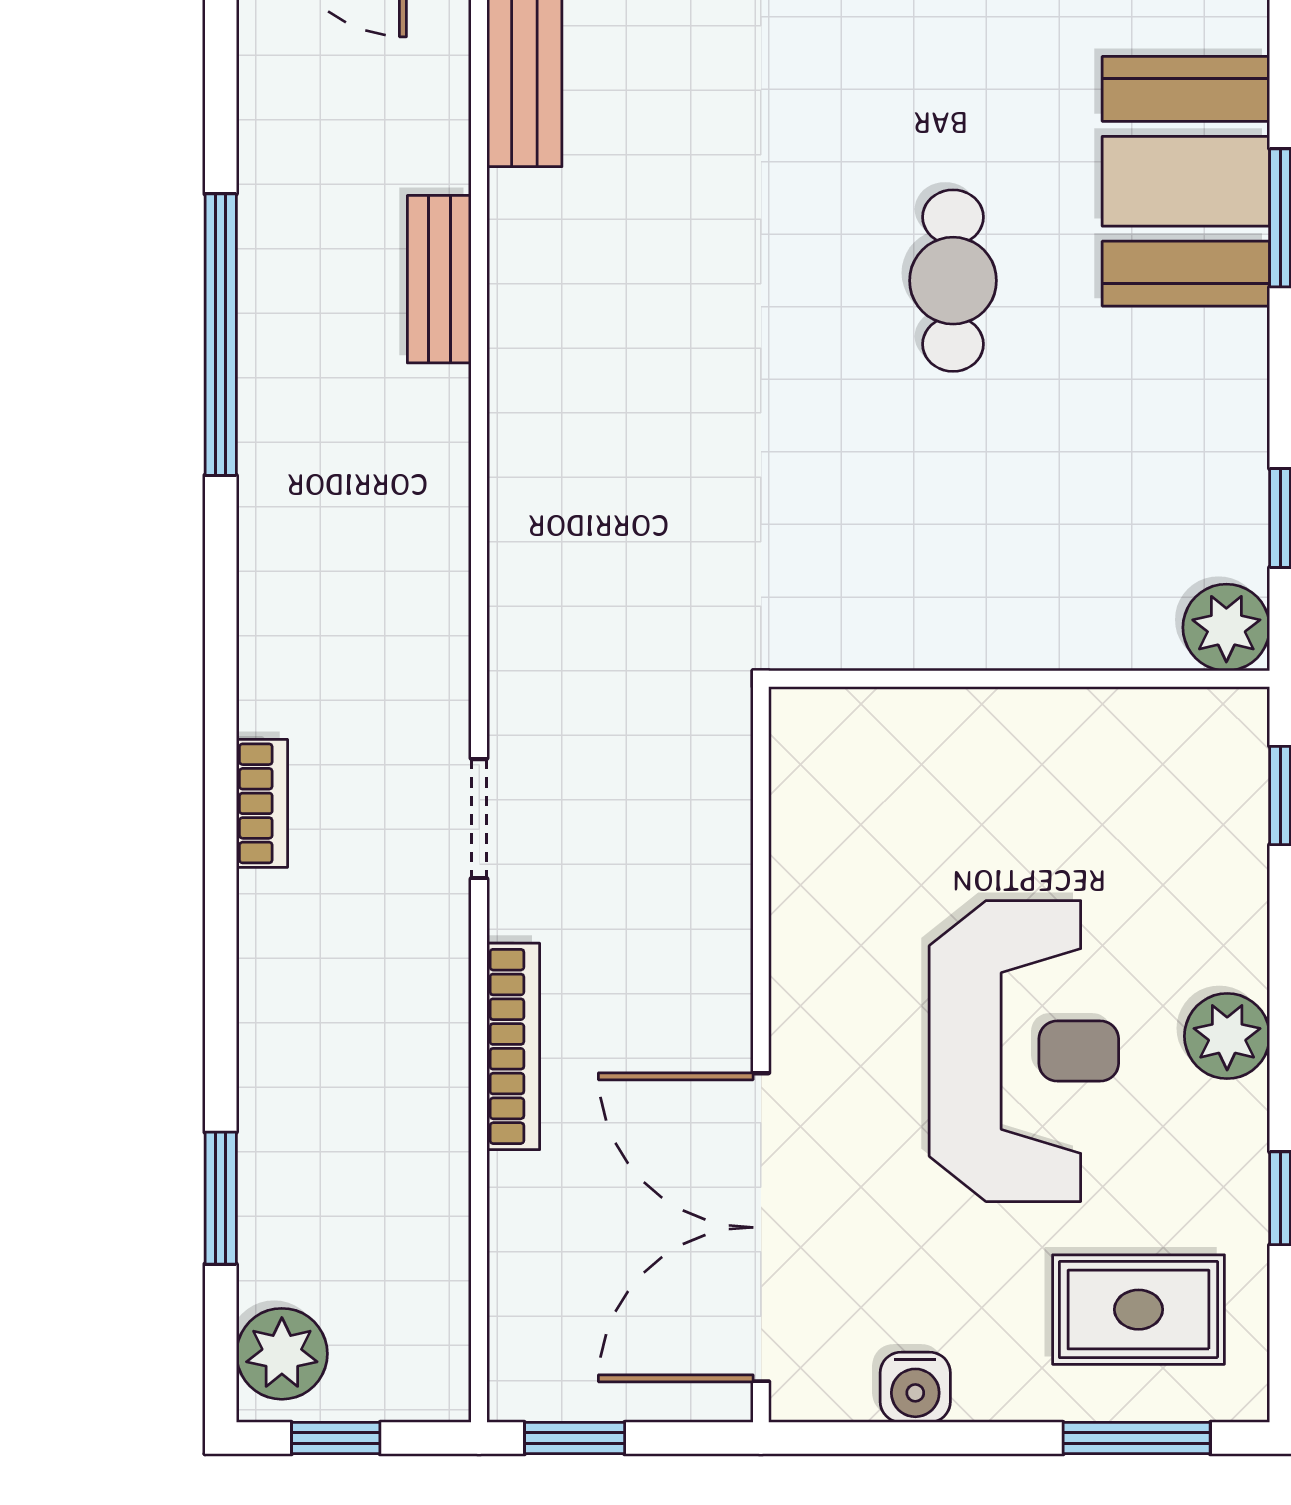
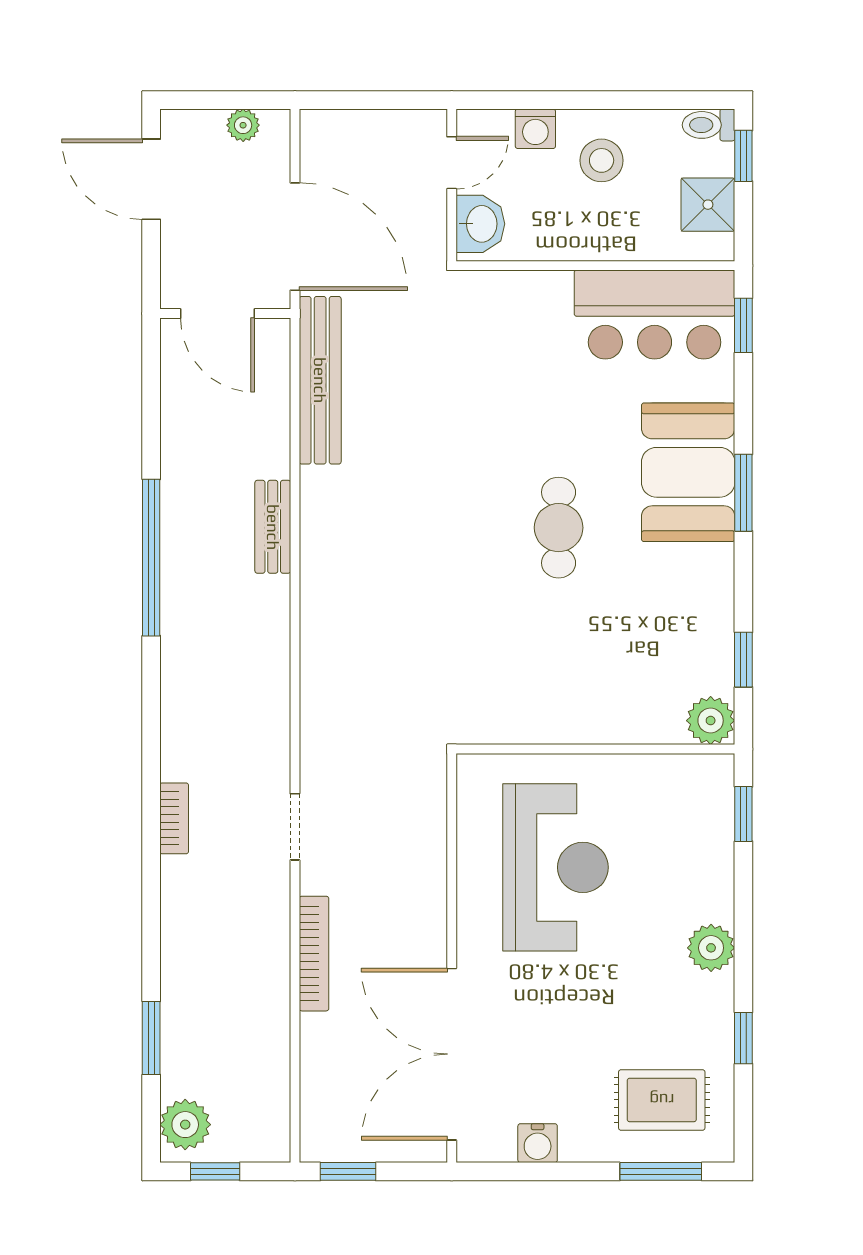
reception desk: (1024, 1051) -> (556, 867), moved

